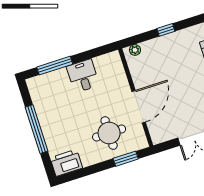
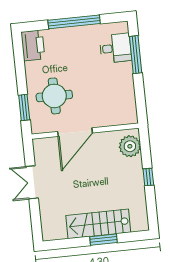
plant: (135, 50) -> (130, 146), width x1.87, depth x1.87
desk: (83, 76) -> (115, 48), moved
door: (139, 107) -> (75, 132), hinge flipped

